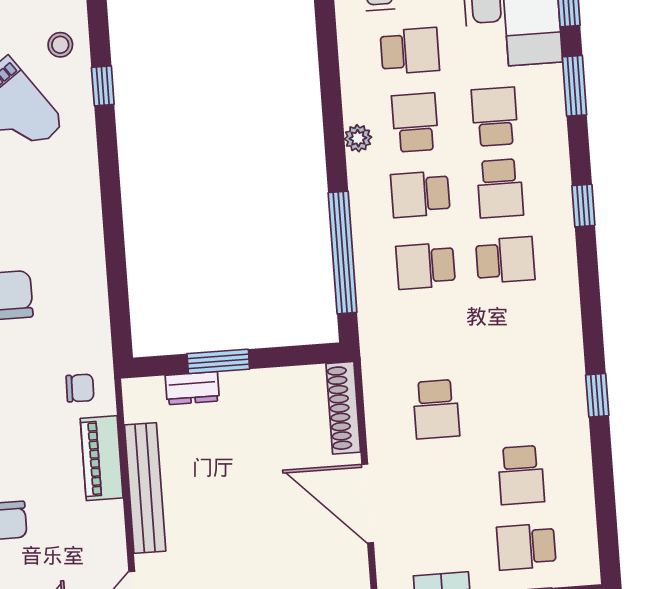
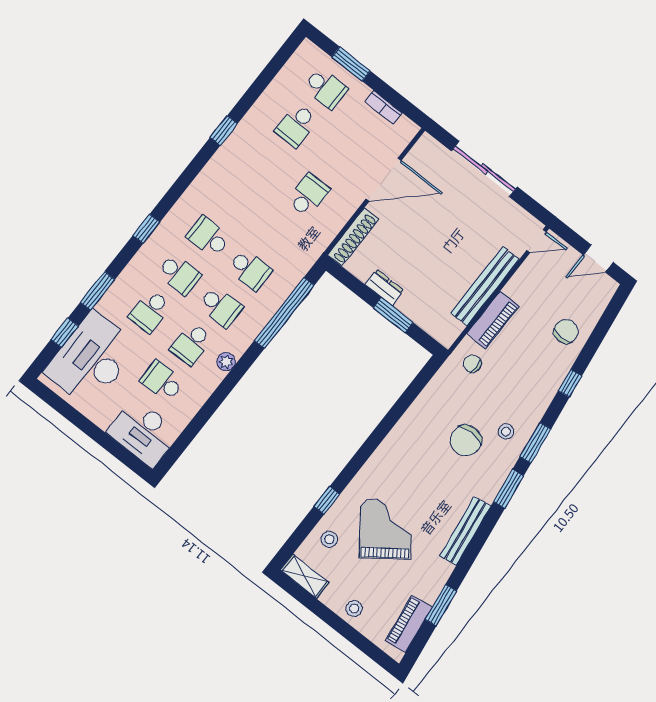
school desk: (500, 188) -> (179, 274), turned 90
dresser: (192, 388) -> (384, 287), moved
school desk: (521, 475) -> (296, 125), turned 180
door: (368, 503) -> (384, 180), hinge flipped

